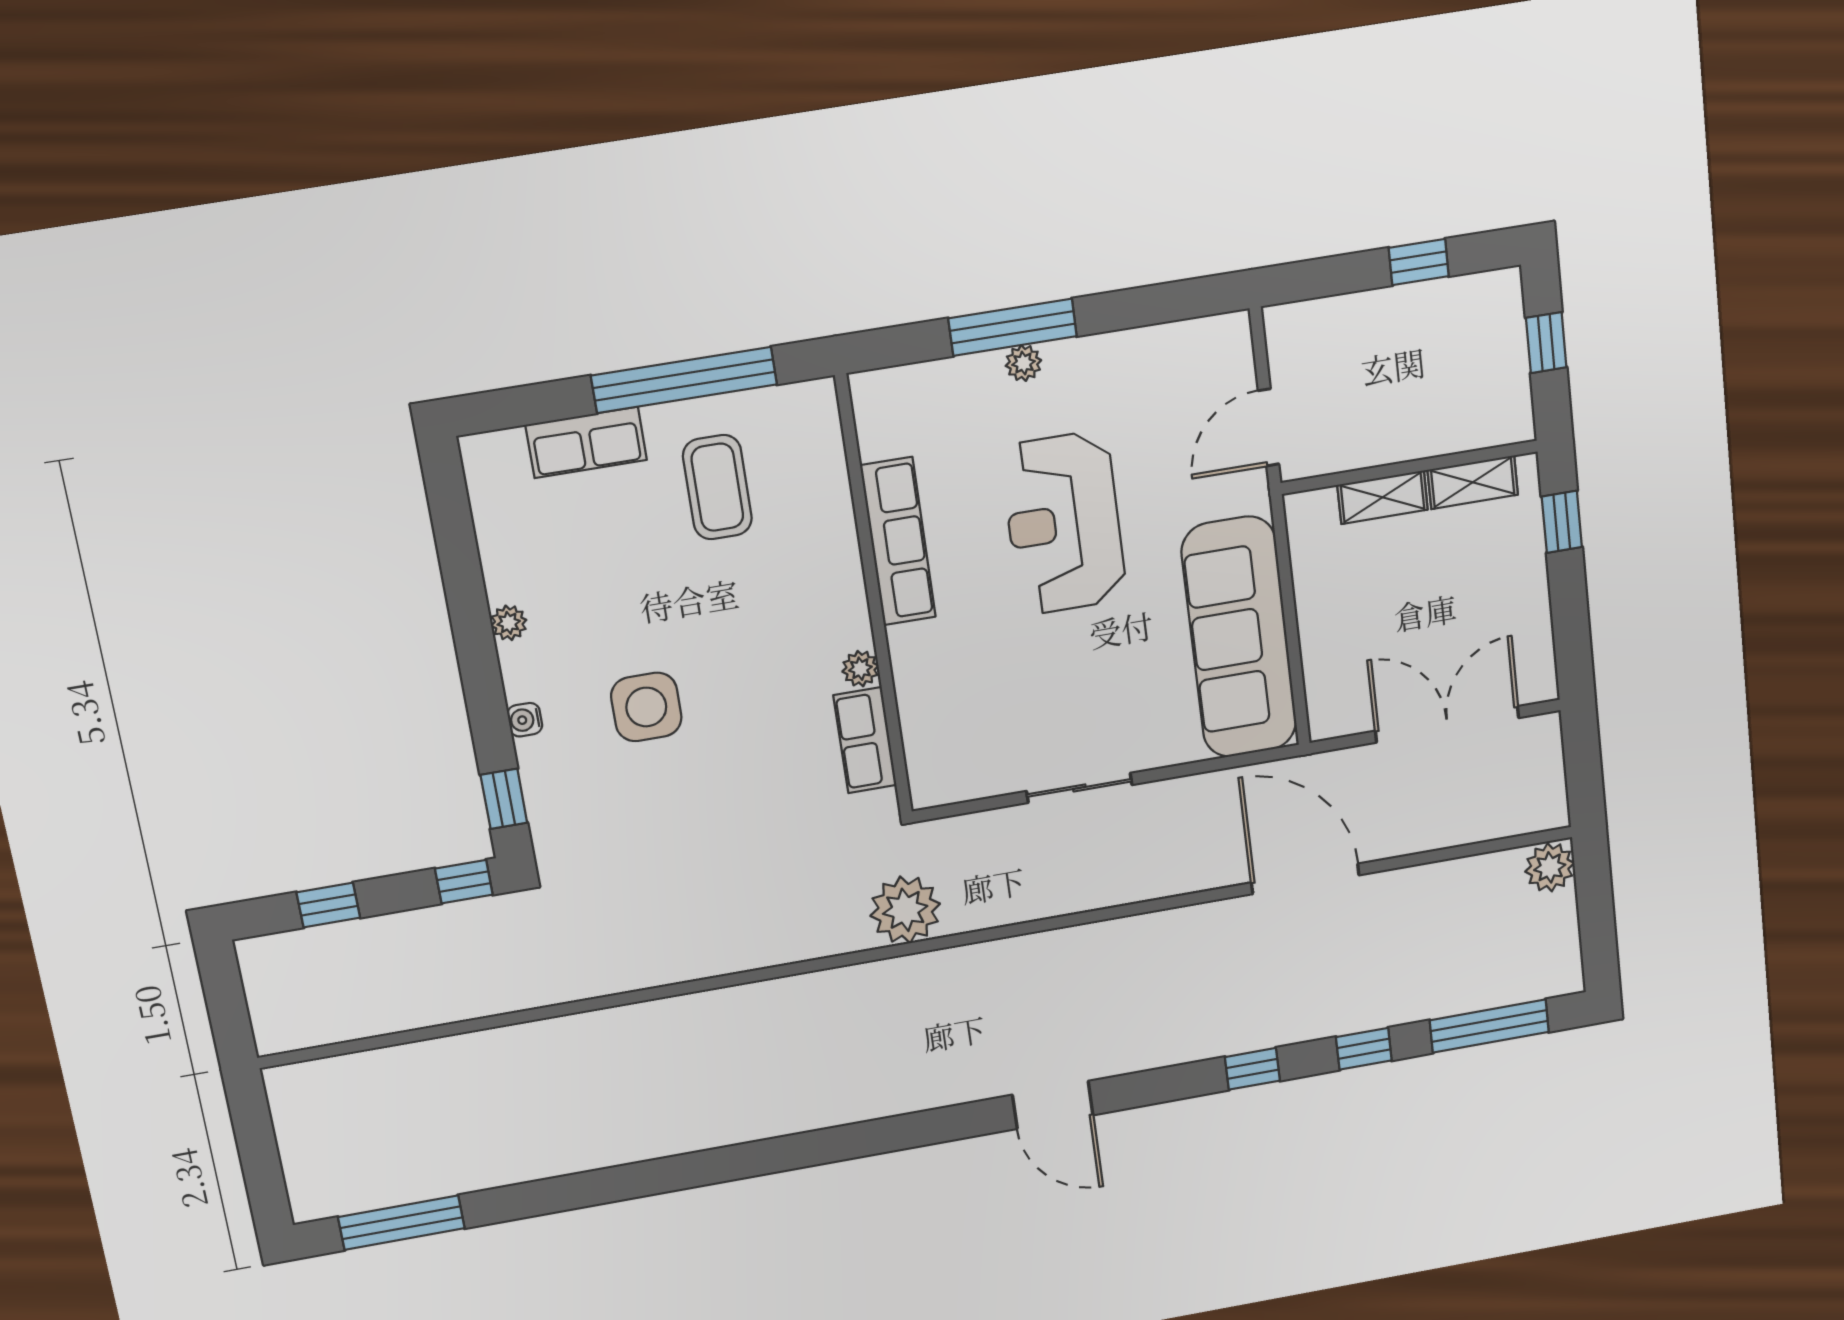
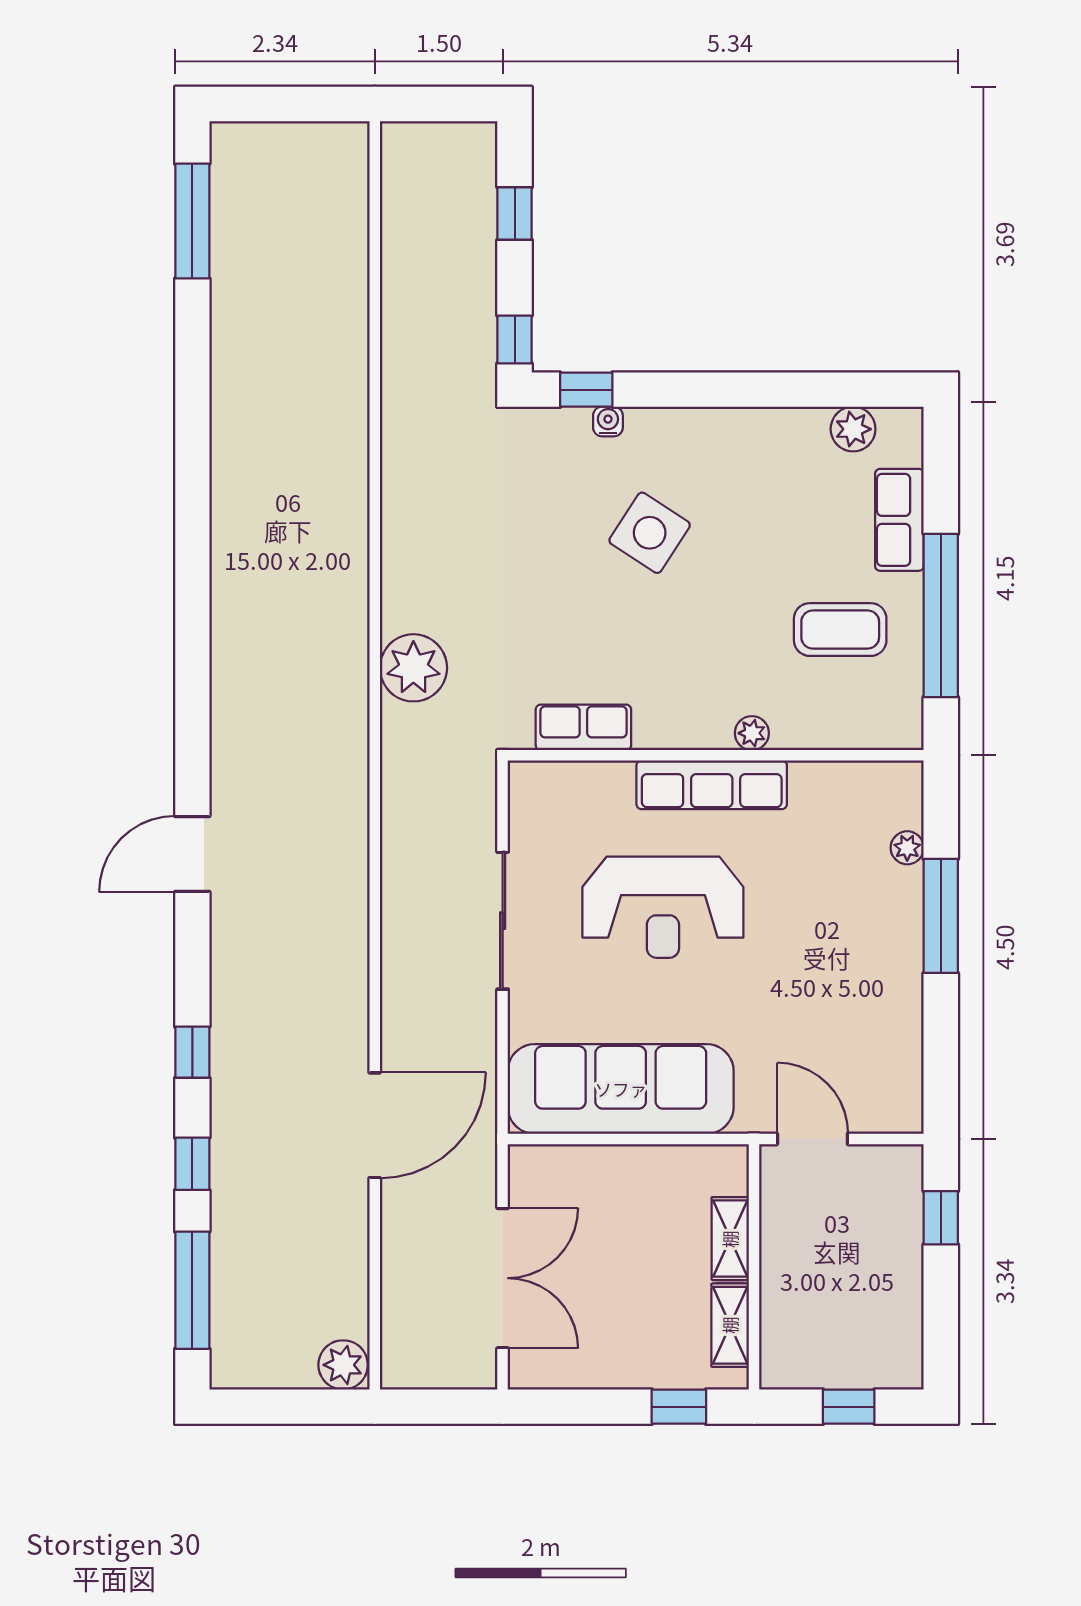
window: (1419, 262) -> (941, 1218), moved
plant: (1023, 363) -> (907, 848), moved
reception desk: (1064, 523) -> (663, 907), moved, turned 180
row of seats: (898, 541) -> (712, 785), moved
plant: (509, 623) -> (853, 429), moved, width x1.38, depth x1.38
plant: (860, 669) -> (752, 733), moved
side table: (646, 707) -> (650, 533), turned 33
water cooler: (525, 720) -> (608, 421), moved
sliding door: (1079, 788) -> (503, 921), width x1.37
plant: (905, 910) -> (413, 668), moved

